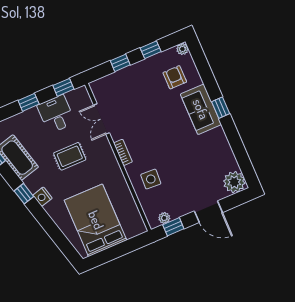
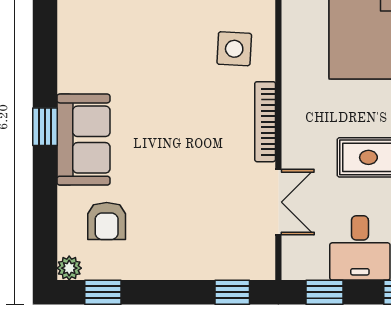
window: (151, 50) -> (103, 292), moved
window: (120, 63) -> (232, 292), moved
bookcase: (123, 152) -> (265, 122), width x1.56

